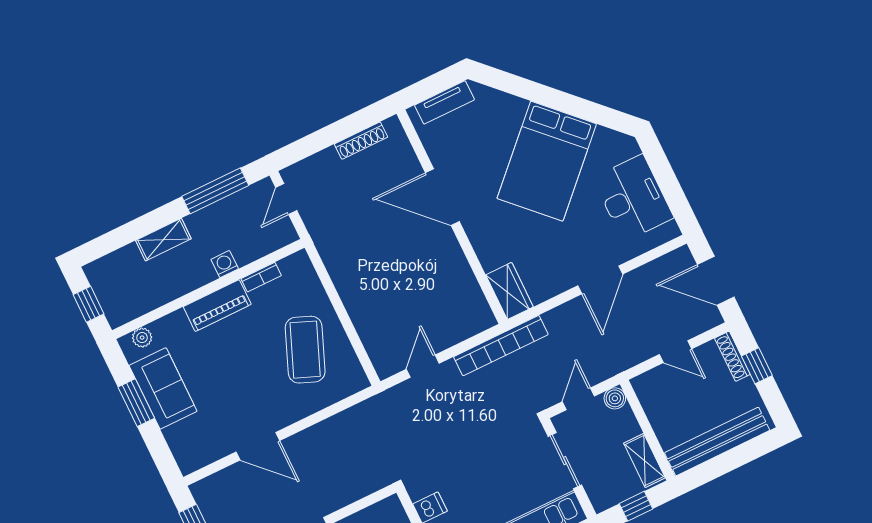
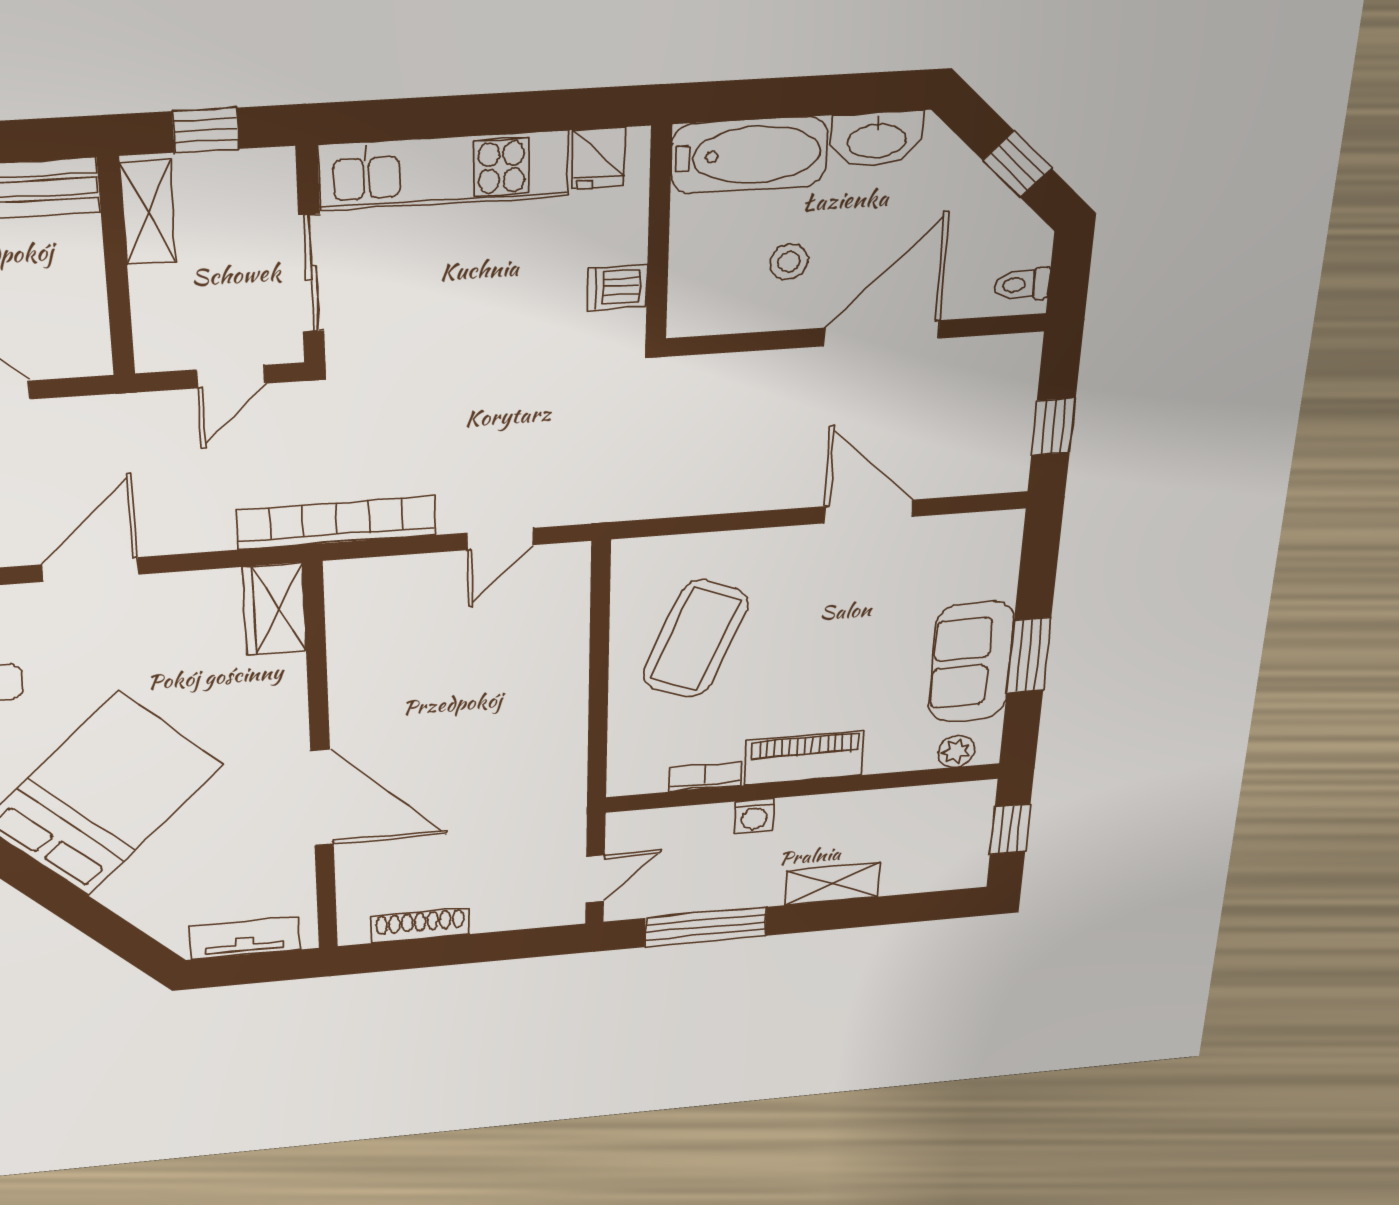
boiler: (615, 398) -> (157, 351), removed

